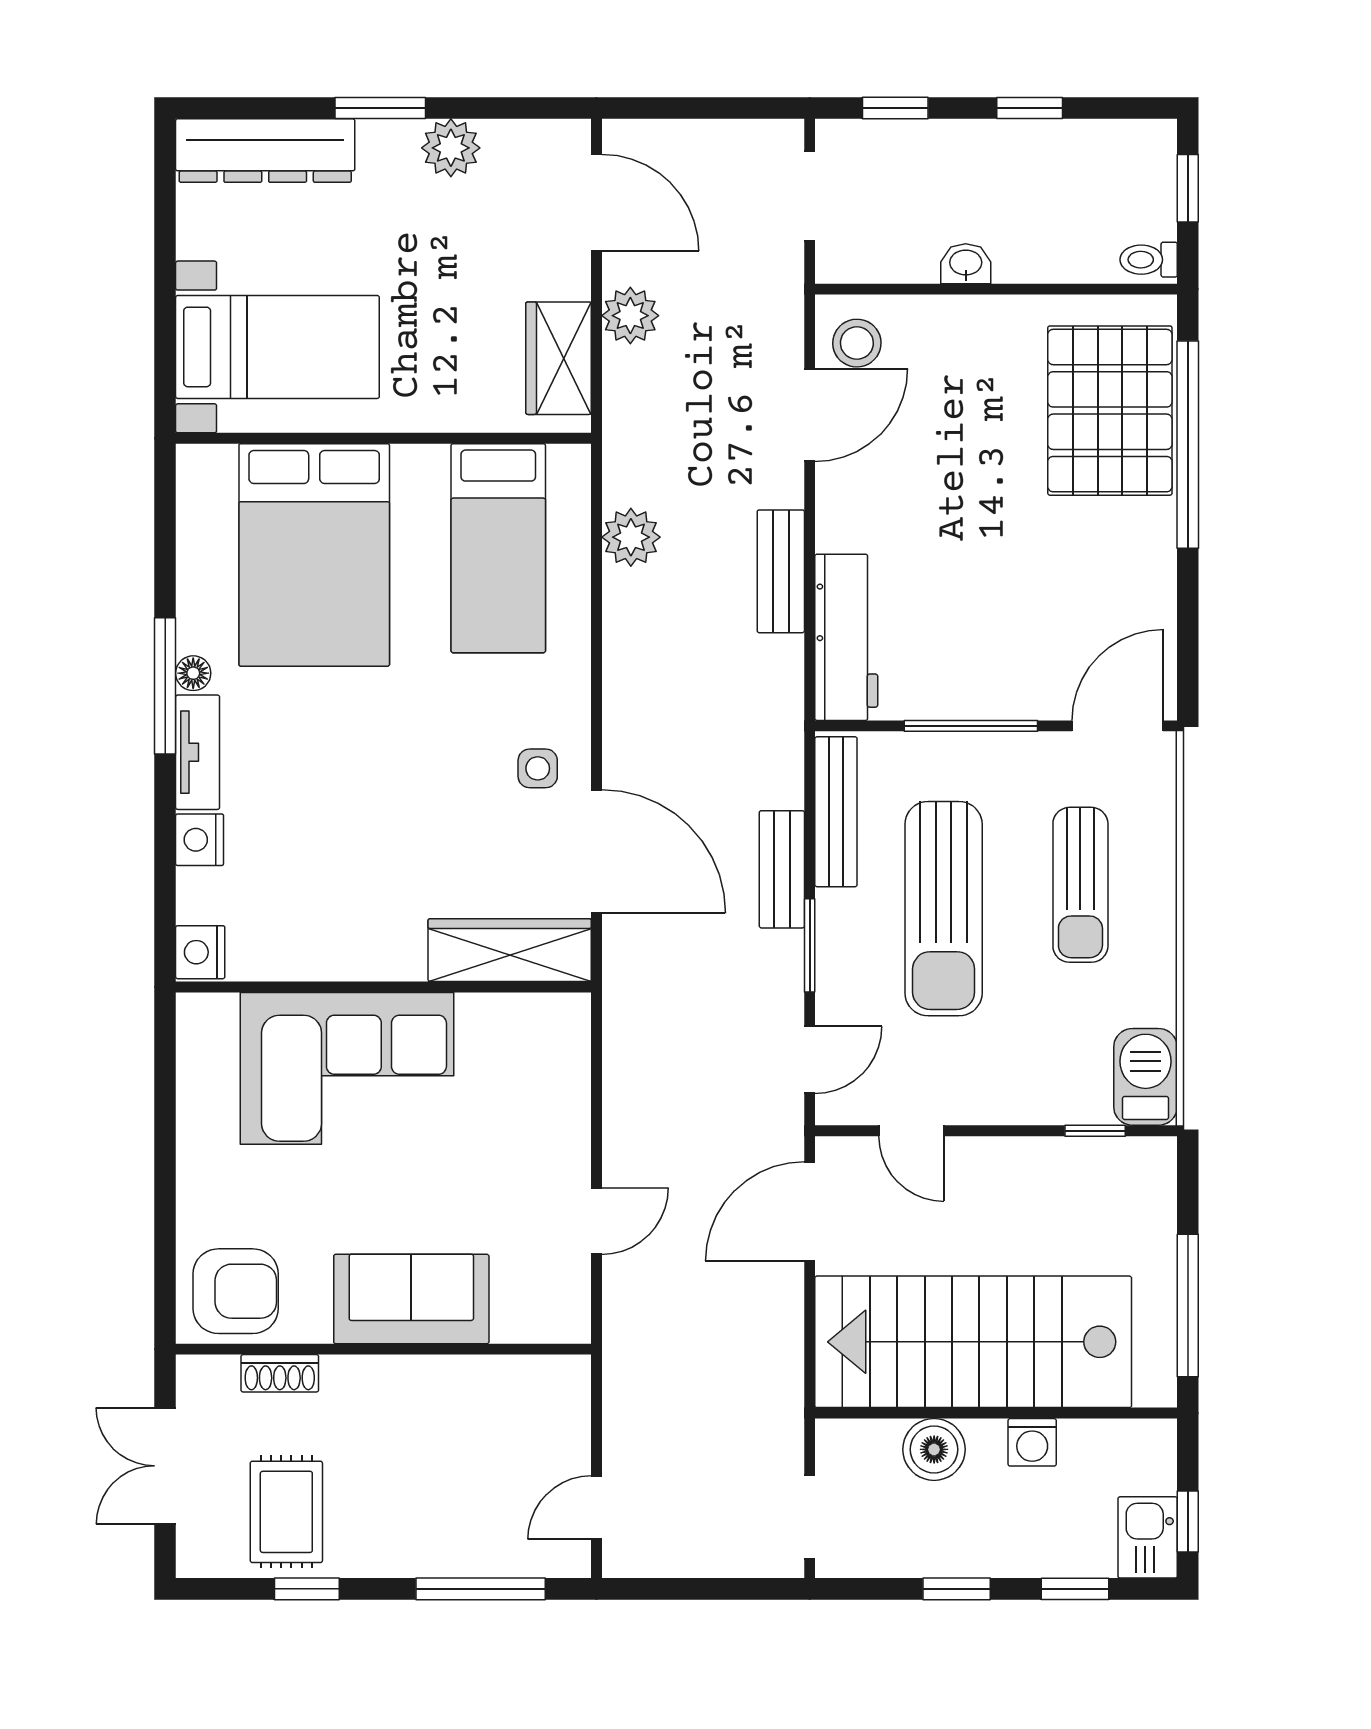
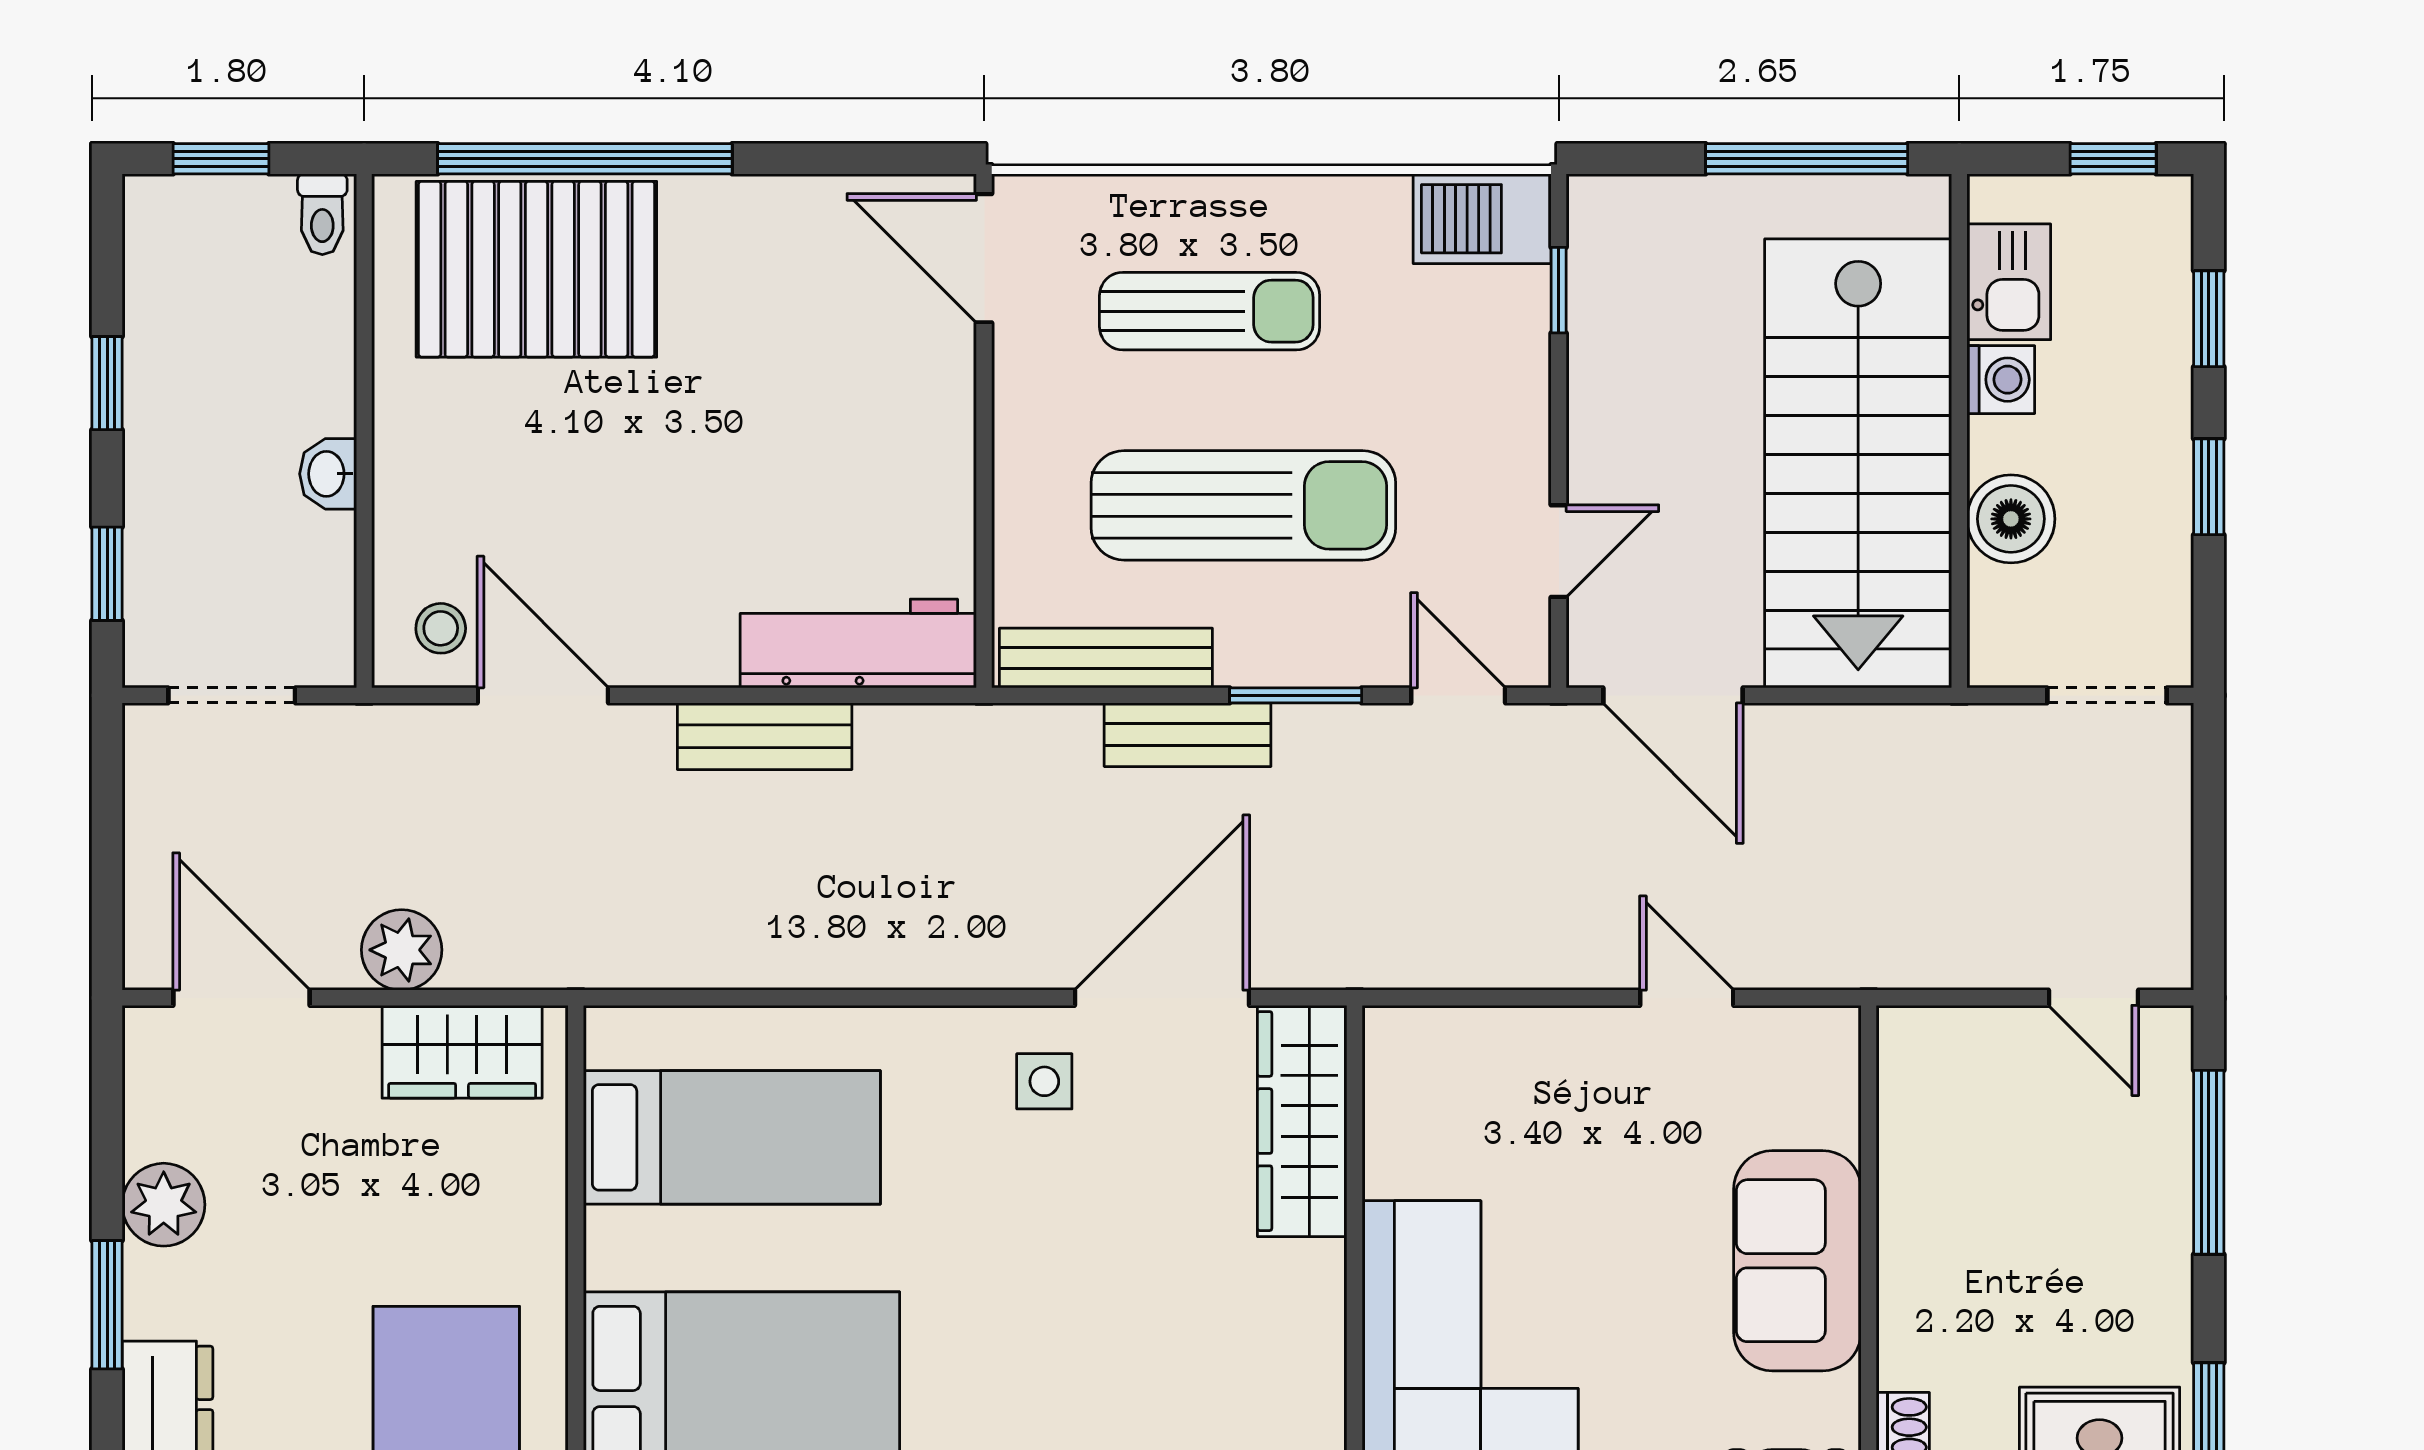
door: (597, 203) -> (241, 998), hinge flipped
stool: (857, 343) -> (441, 628), width x0.73, depth x0.73
plant: (631, 537) -> (716, 949), removed
window: (971, 726) -> (984, 467), removed
kitchen sink: (1148, 1537) -> (2009, 282), moved, turned -90

